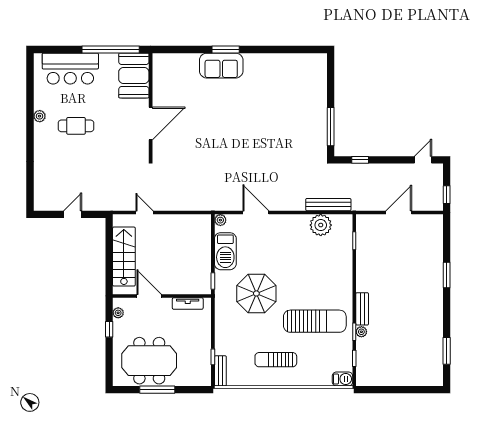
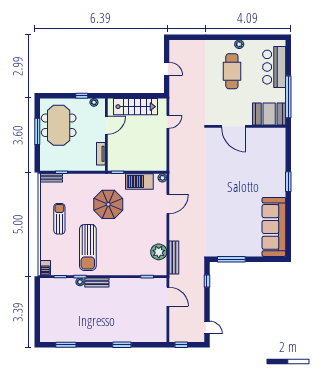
sofa: (221, 66) -> (274, 227), moved, width x1.85, depth x1.27
cafe table: (76, 126) -> (232, 71), width x1.37, depth x1.35
door: (399, 213) -> (168, 297), moved

